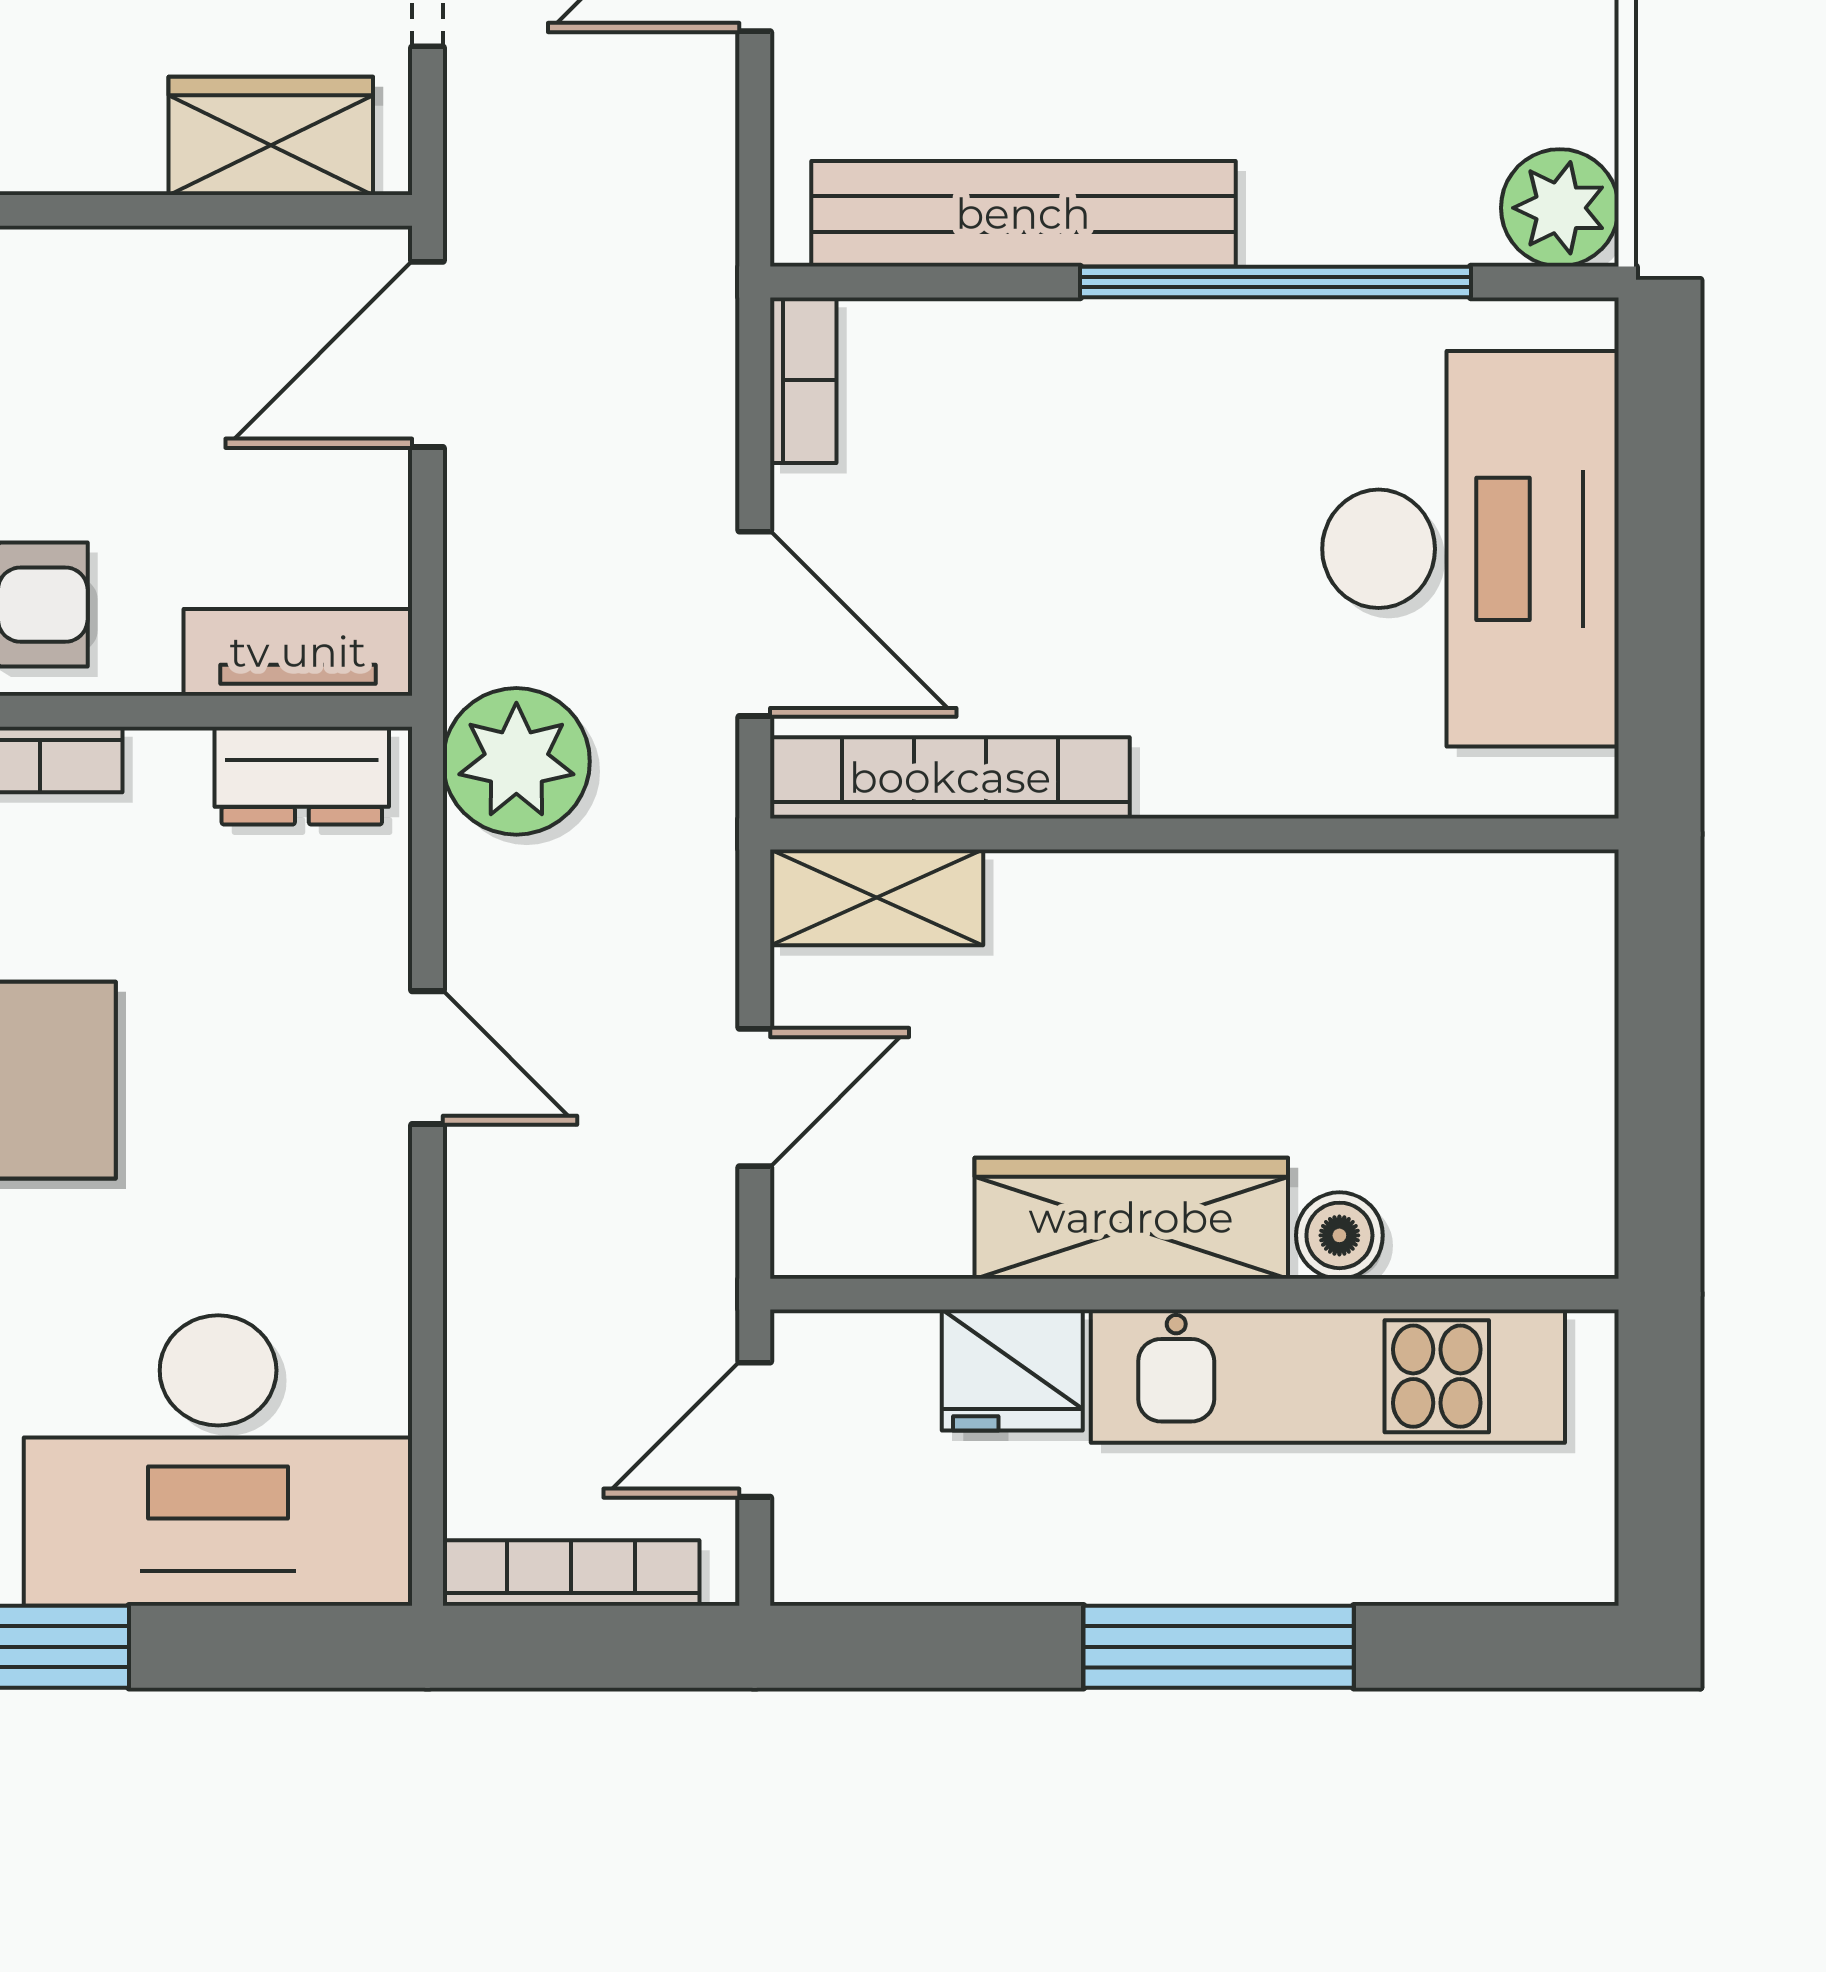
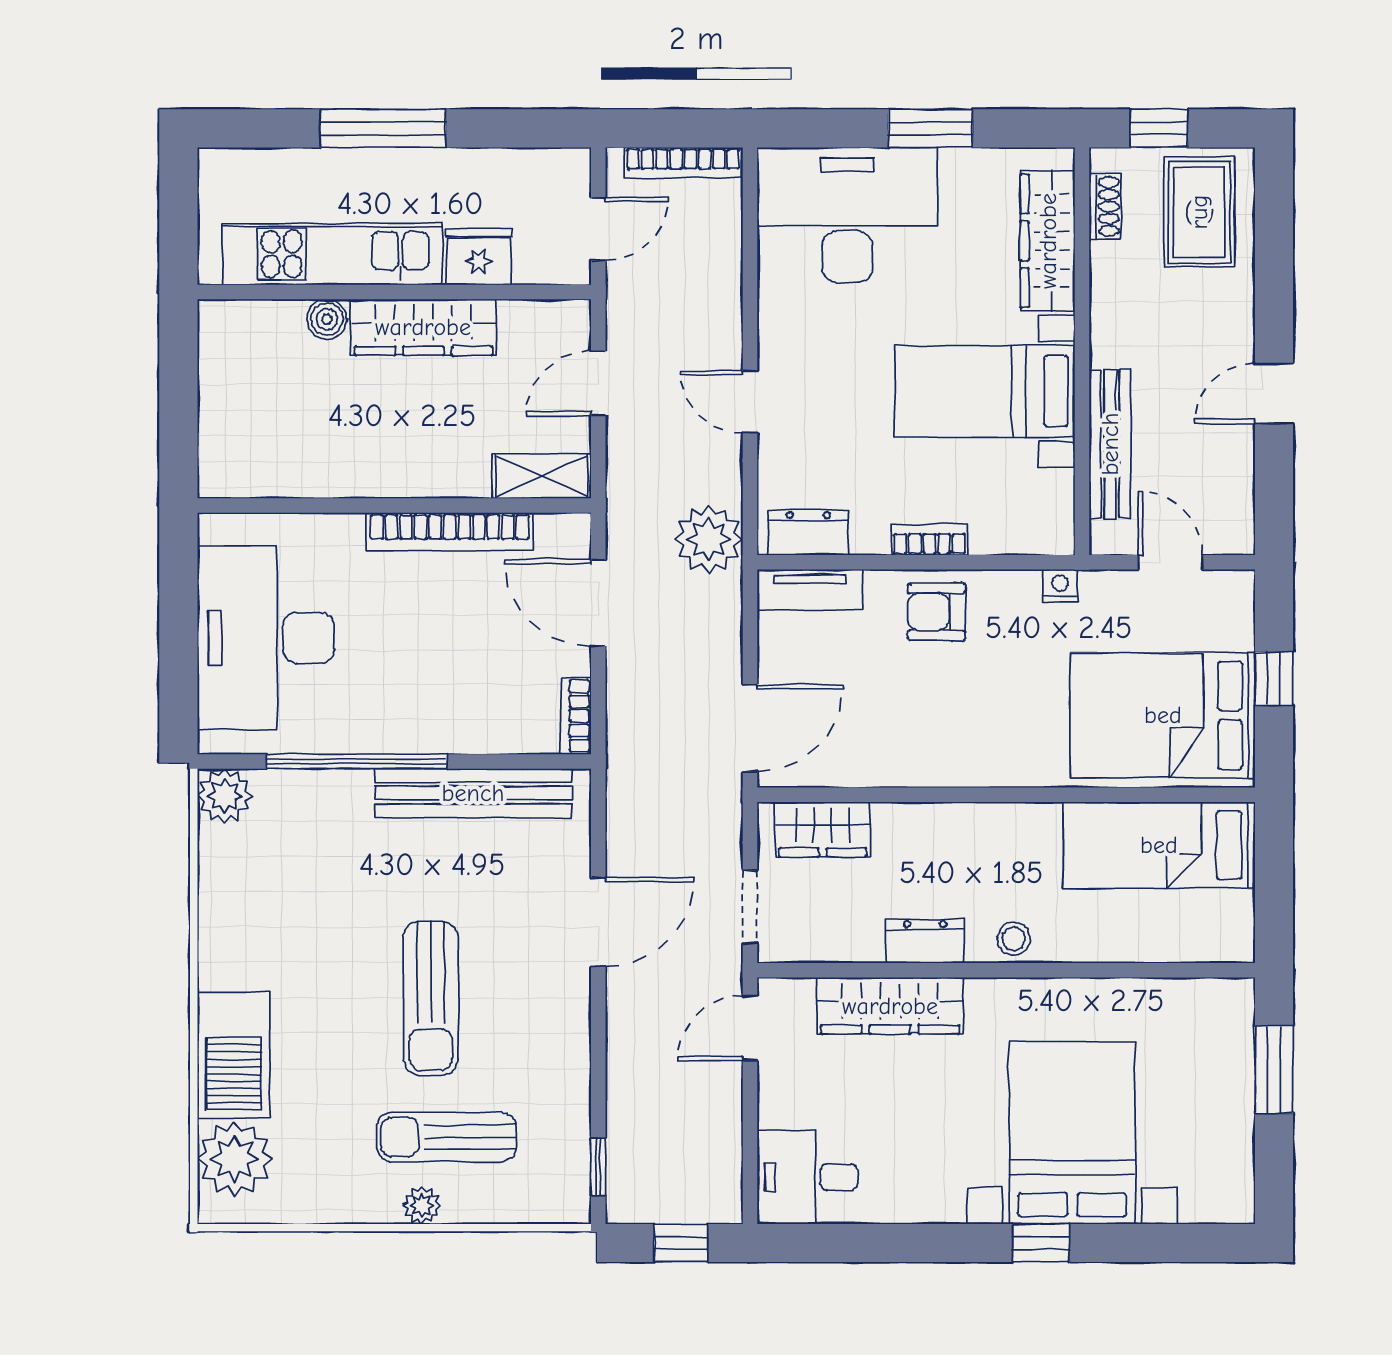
bookcase: (950, 778) -> (450, 531), moved

